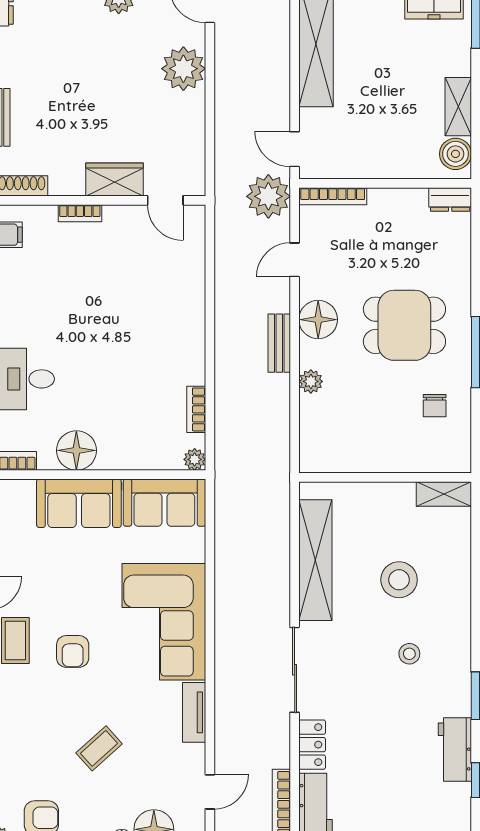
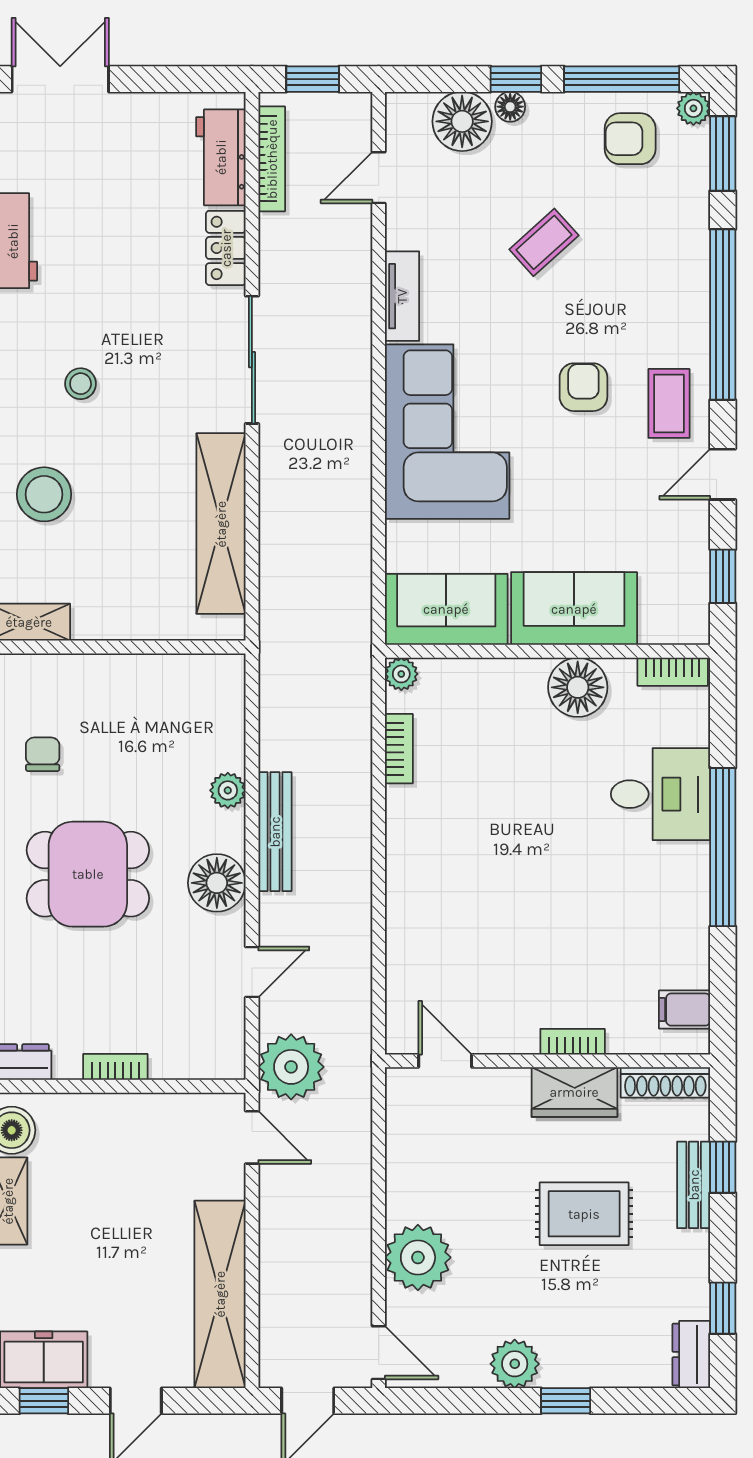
rug: (72, 98) -> (584, 1214), added
wardrobe: (114, 179) -> (574, 1092), moved
bookcase: (333, 196) -> (115, 1067), moved, width x0.64
bench: (279, 343) -> (275, 832), width x1.36
stool: (399, 580) -> (44, 494), moved

